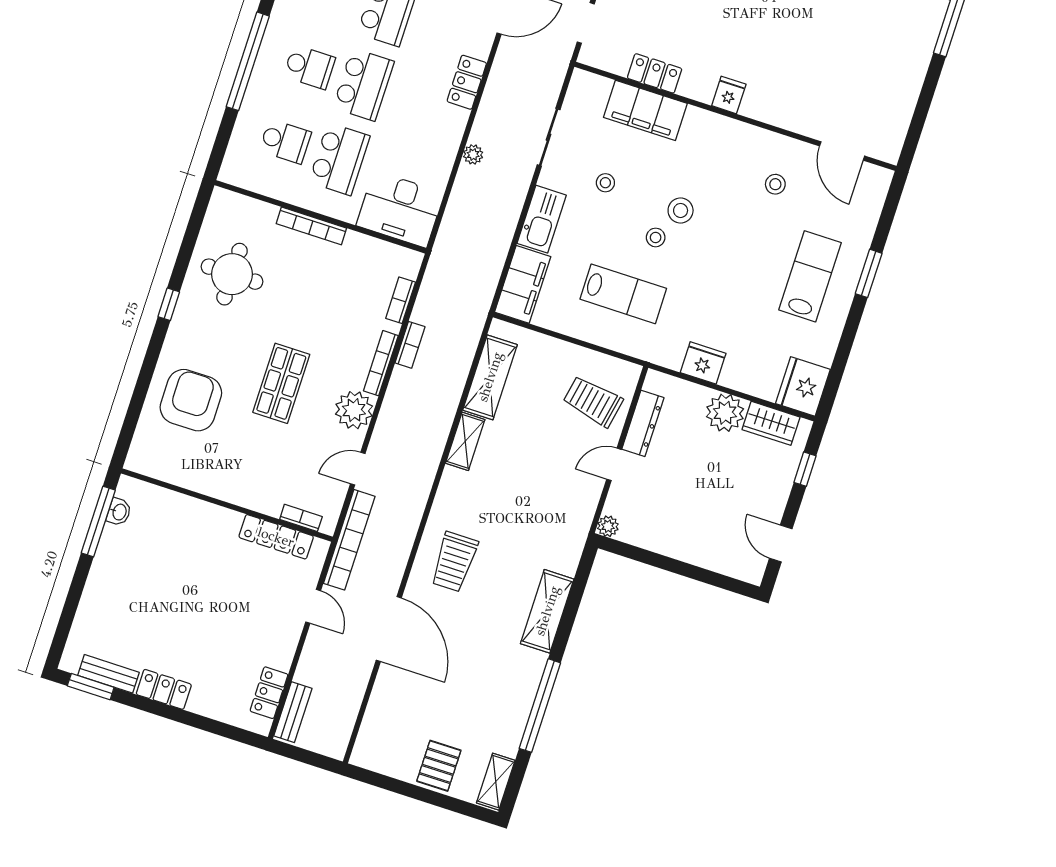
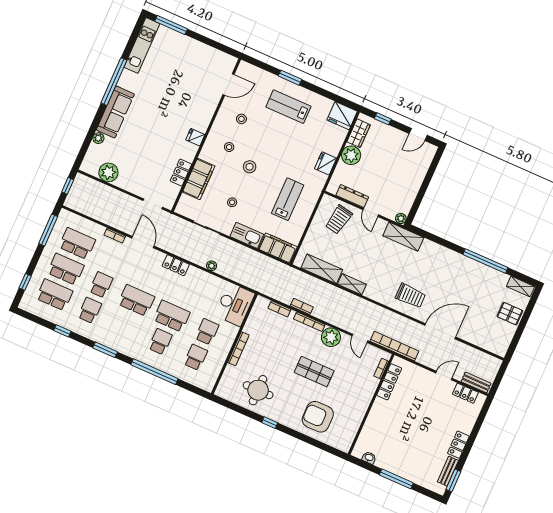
school desk: (339, 159) -> (207, 332), width x0.54
stool: (656, 237) -> (229, 147), moved
window: (98, 521) -> (396, 479), moved
door: (313, 606) -> (444, 376), moved
shelving: (547, 611) -> (403, 237), moved

